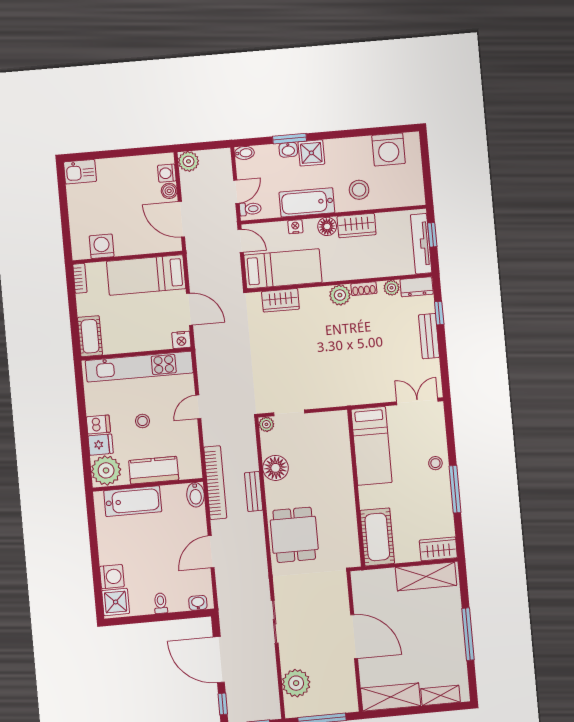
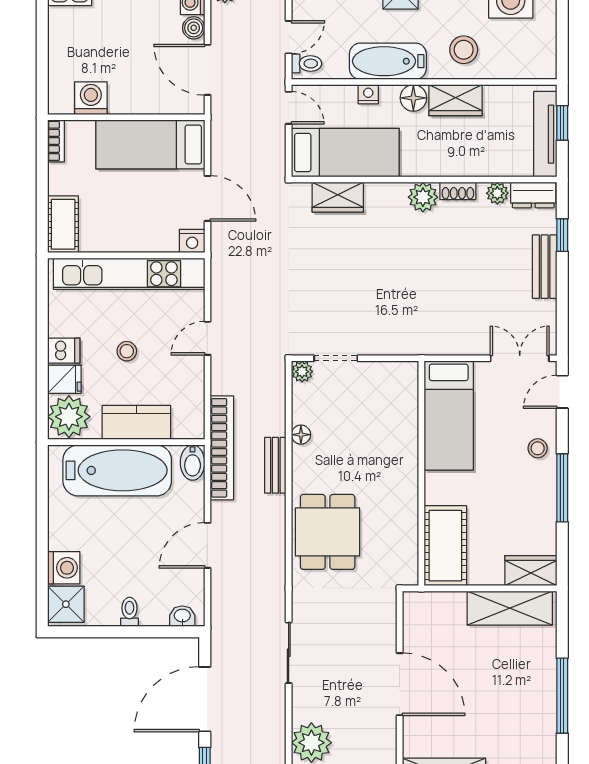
door: (449, 422) -> (562, 392), added
floor lamp: (276, 468) -> (301, 435), width x0.53, depth x0.53
bathtub: (133, 501) -> (117, 470), width x1.36, depth x1.36
door: (219, 660) -> (205, 699), hinge flipped

